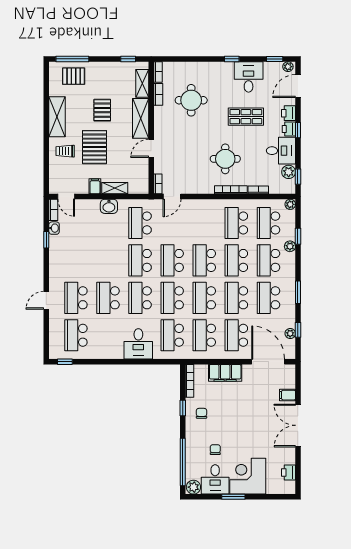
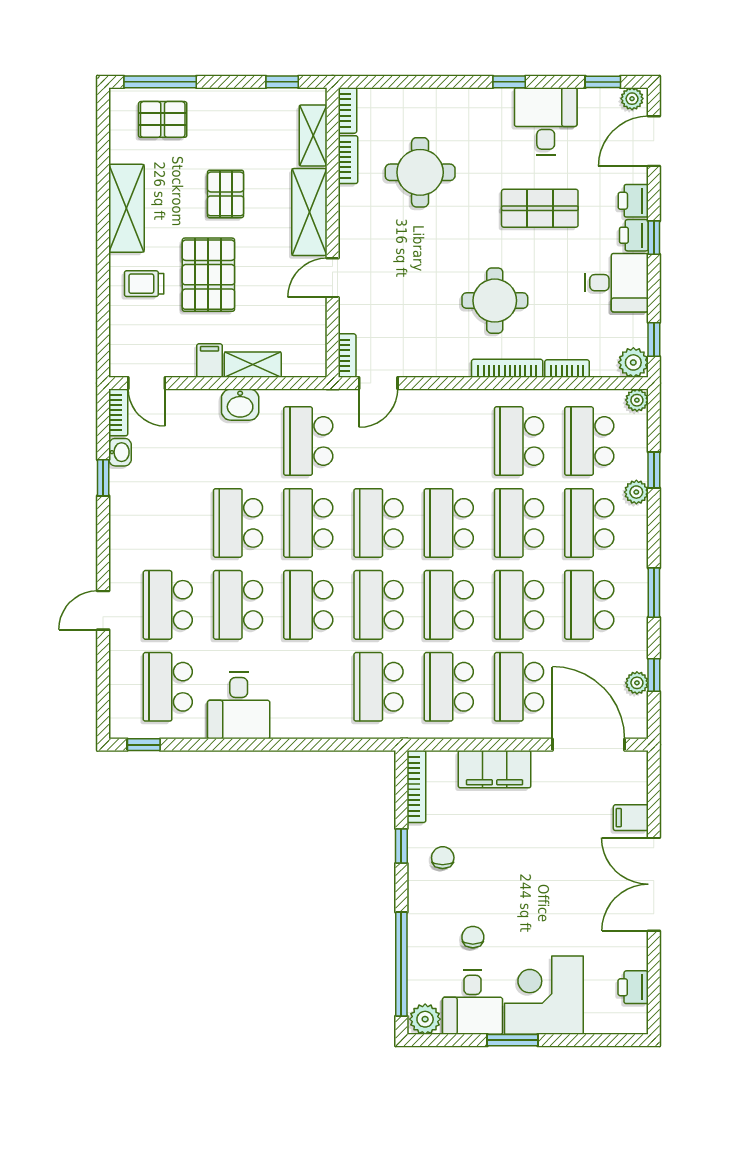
plant: (289, 172) -> (633, 362), moved
school desk: (108, 260) -> (238, 523), added
desk: (138, 344) -> (239, 706), moved

